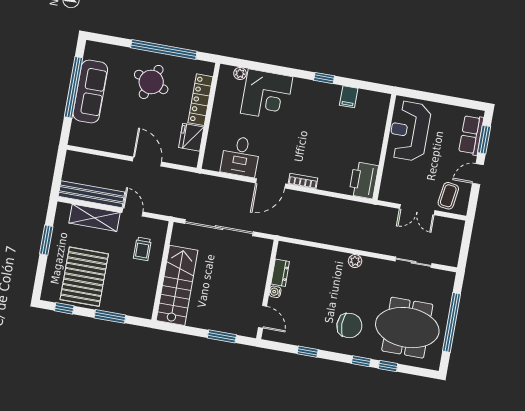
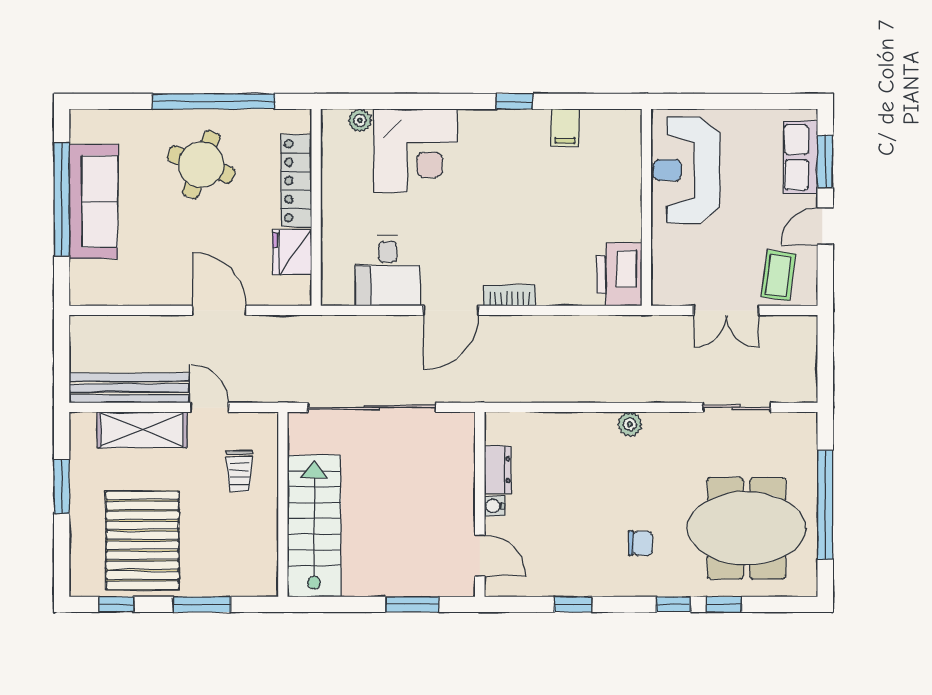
chair: (349, 326) -> (641, 543), width x0.54, depth x0.54

